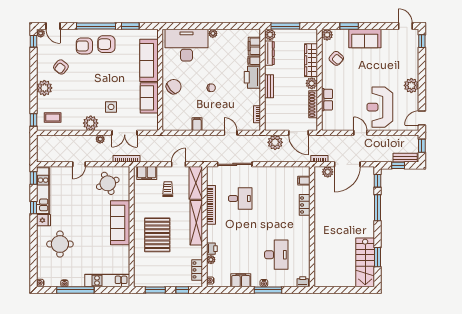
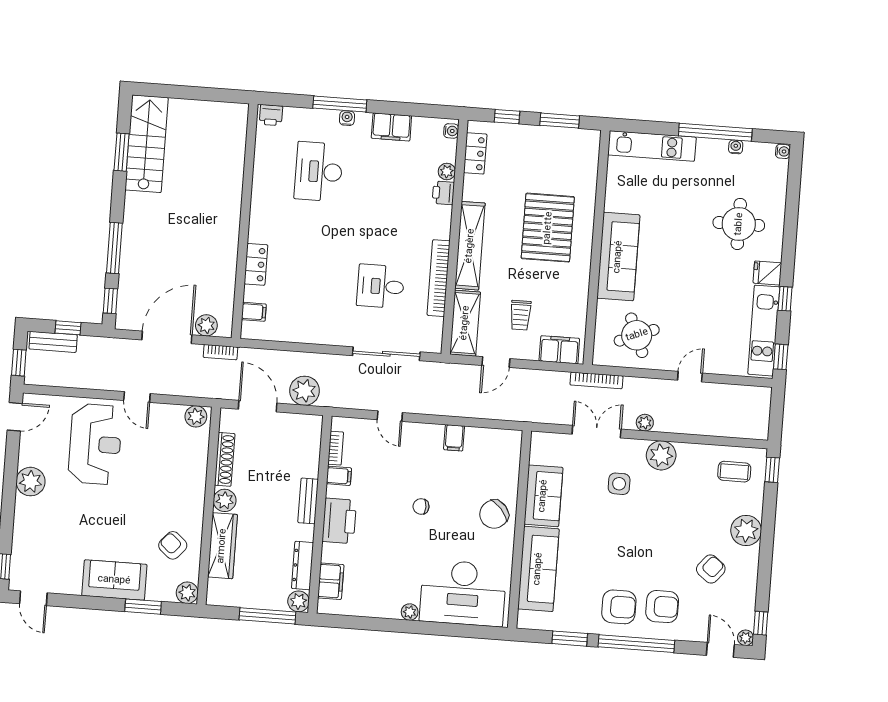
filing cabinet: (254, 61) -> (339, 476), moved
row of seats: (327, 100) -> (197, 466), removed
plant: (330, 125) -> (196, 416), added

